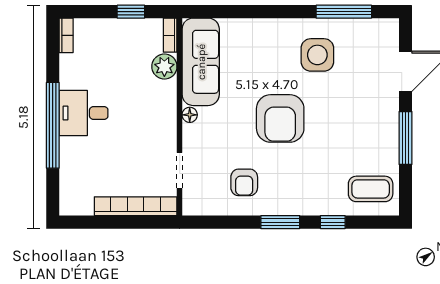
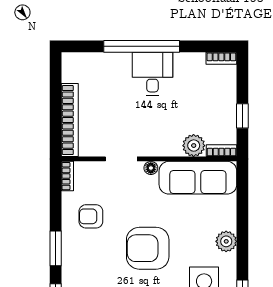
plant: (272, 30) -> (226, 241), added
doorway: (180, 170) -> (121, 159), moved
bookcase: (199, 209) -> (67, 176), added

